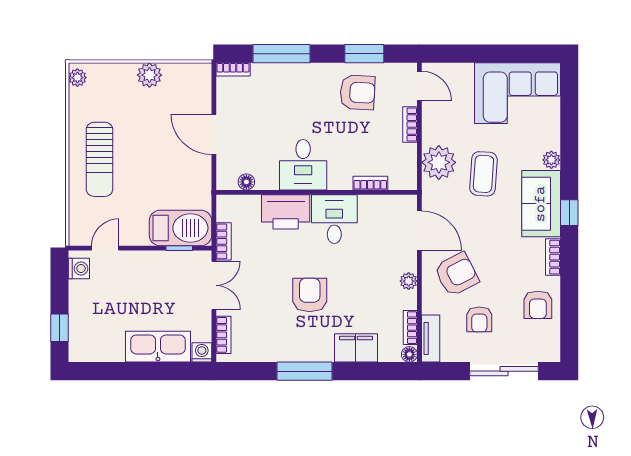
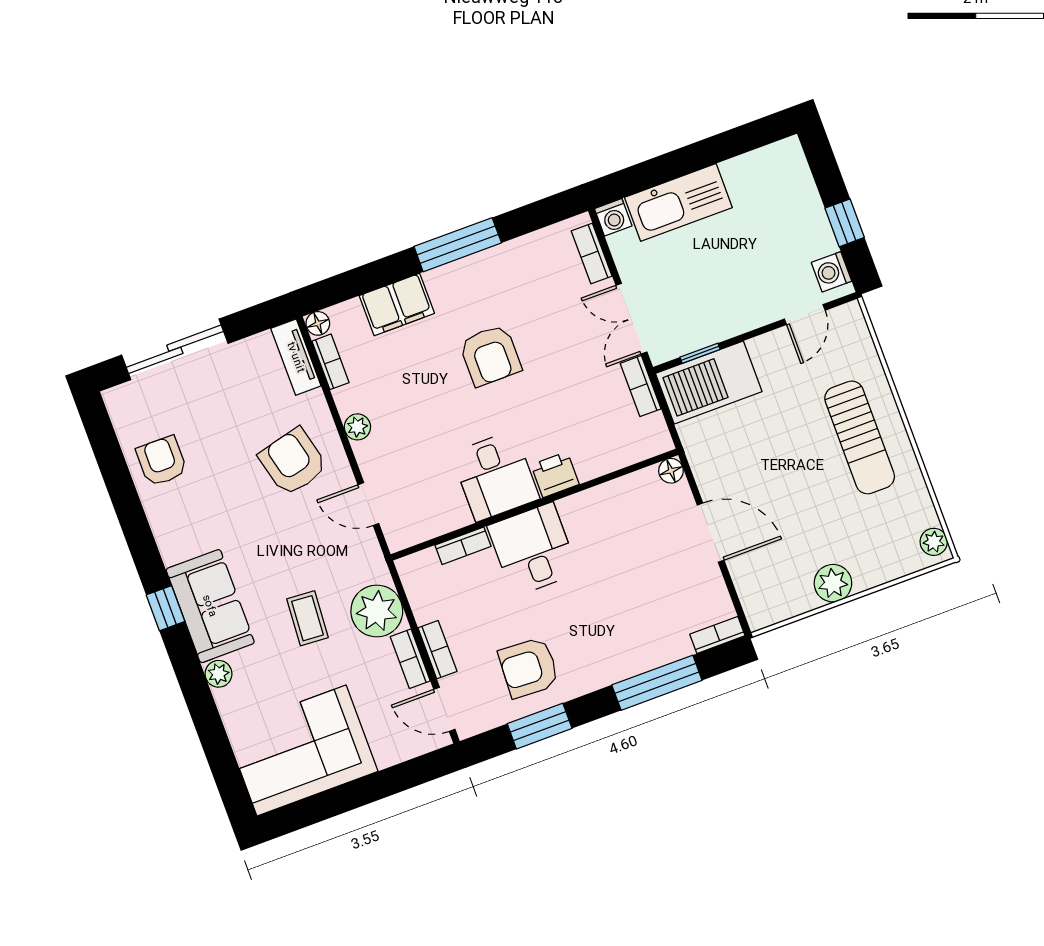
sun lounger: (99, 159) -> (860, 437), turned 180
desk: (303, 165) -> (533, 550), moved
coffee table: (483, 174) -> (307, 618), width x0.73, depth x0.77
floor lamp: (246, 182) -> (671, 471), moved
printer: (286, 212) -> (555, 475), width x0.53, depth x0.68
door: (419, 231) -> (368, 504), width x0.73
bookcase: (553, 257) -> (410, 659), moved, turned 180
armchair: (457, 274) -> (293, 462), turned 103
armchair: (479, 319) -> (237, 410), removed
window: (60, 328) -> (845, 223), moved

